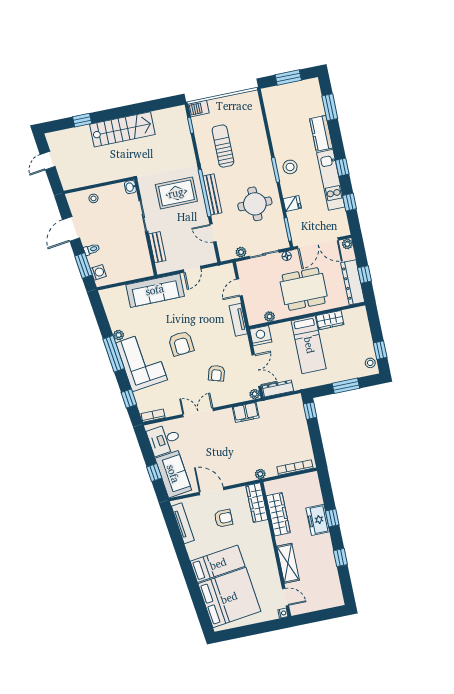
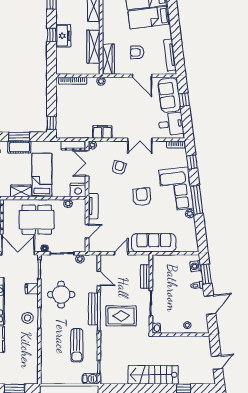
cot: (343, 373) -> (19, 147), added

